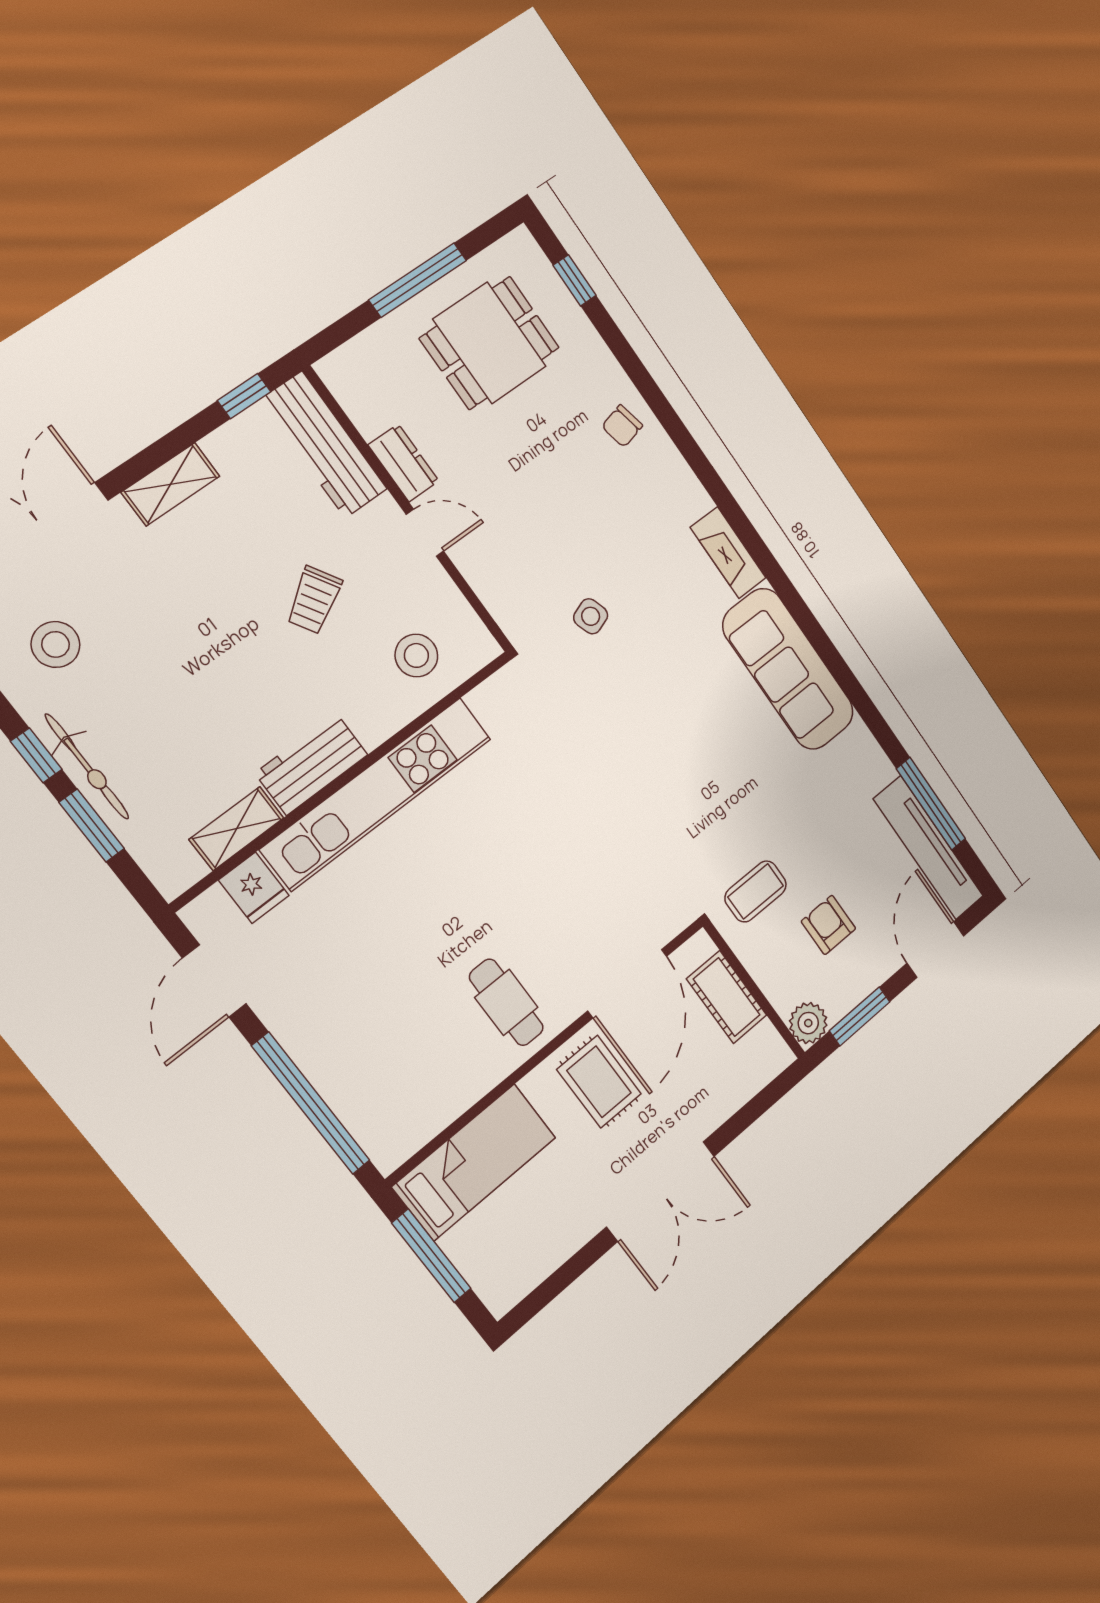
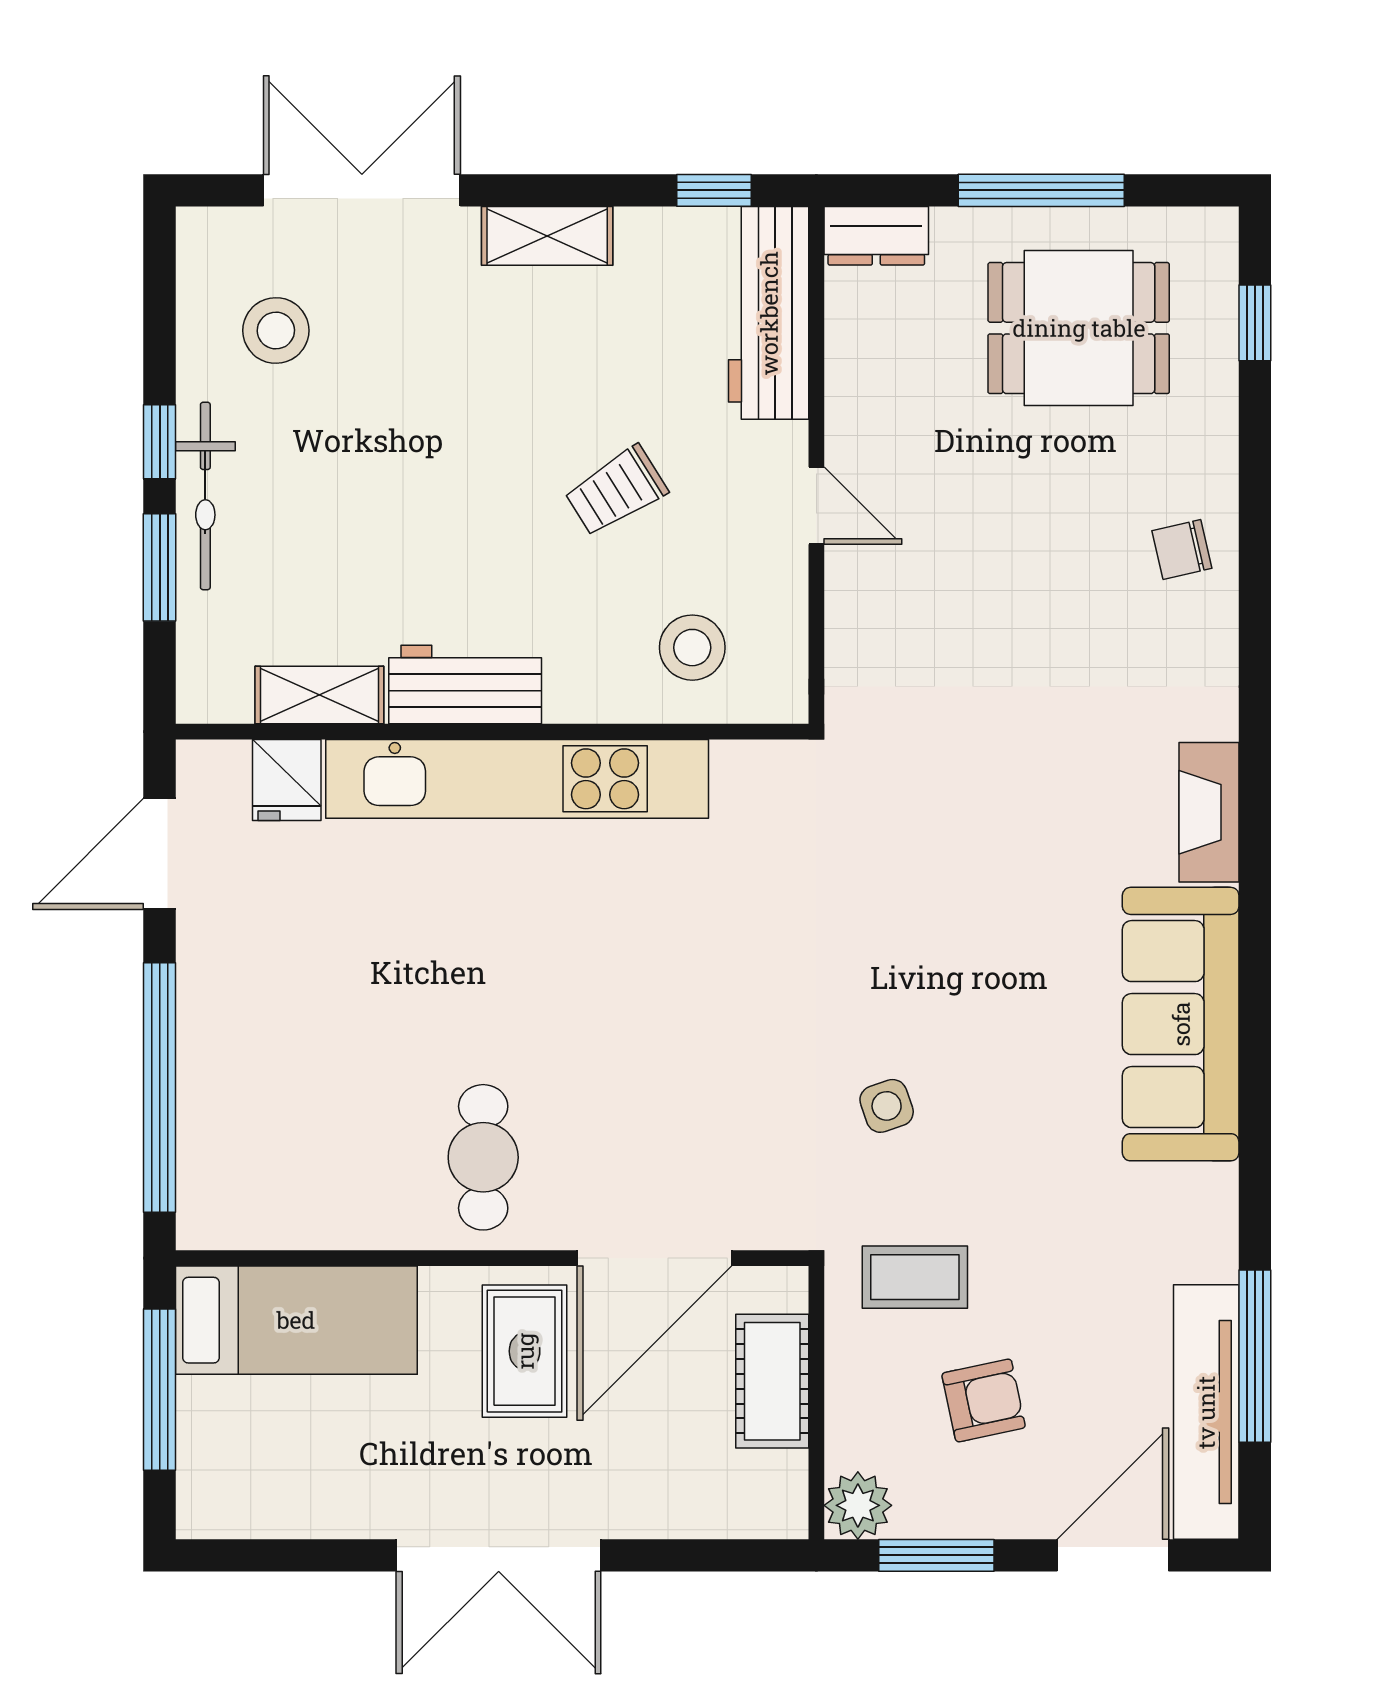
dresser: (404, 463) -> (876, 236), moved, turned 90
side table: (591, 616) -> (887, 1106), moved
armchair: (828, 925) -> (984, 1400), turned 78

